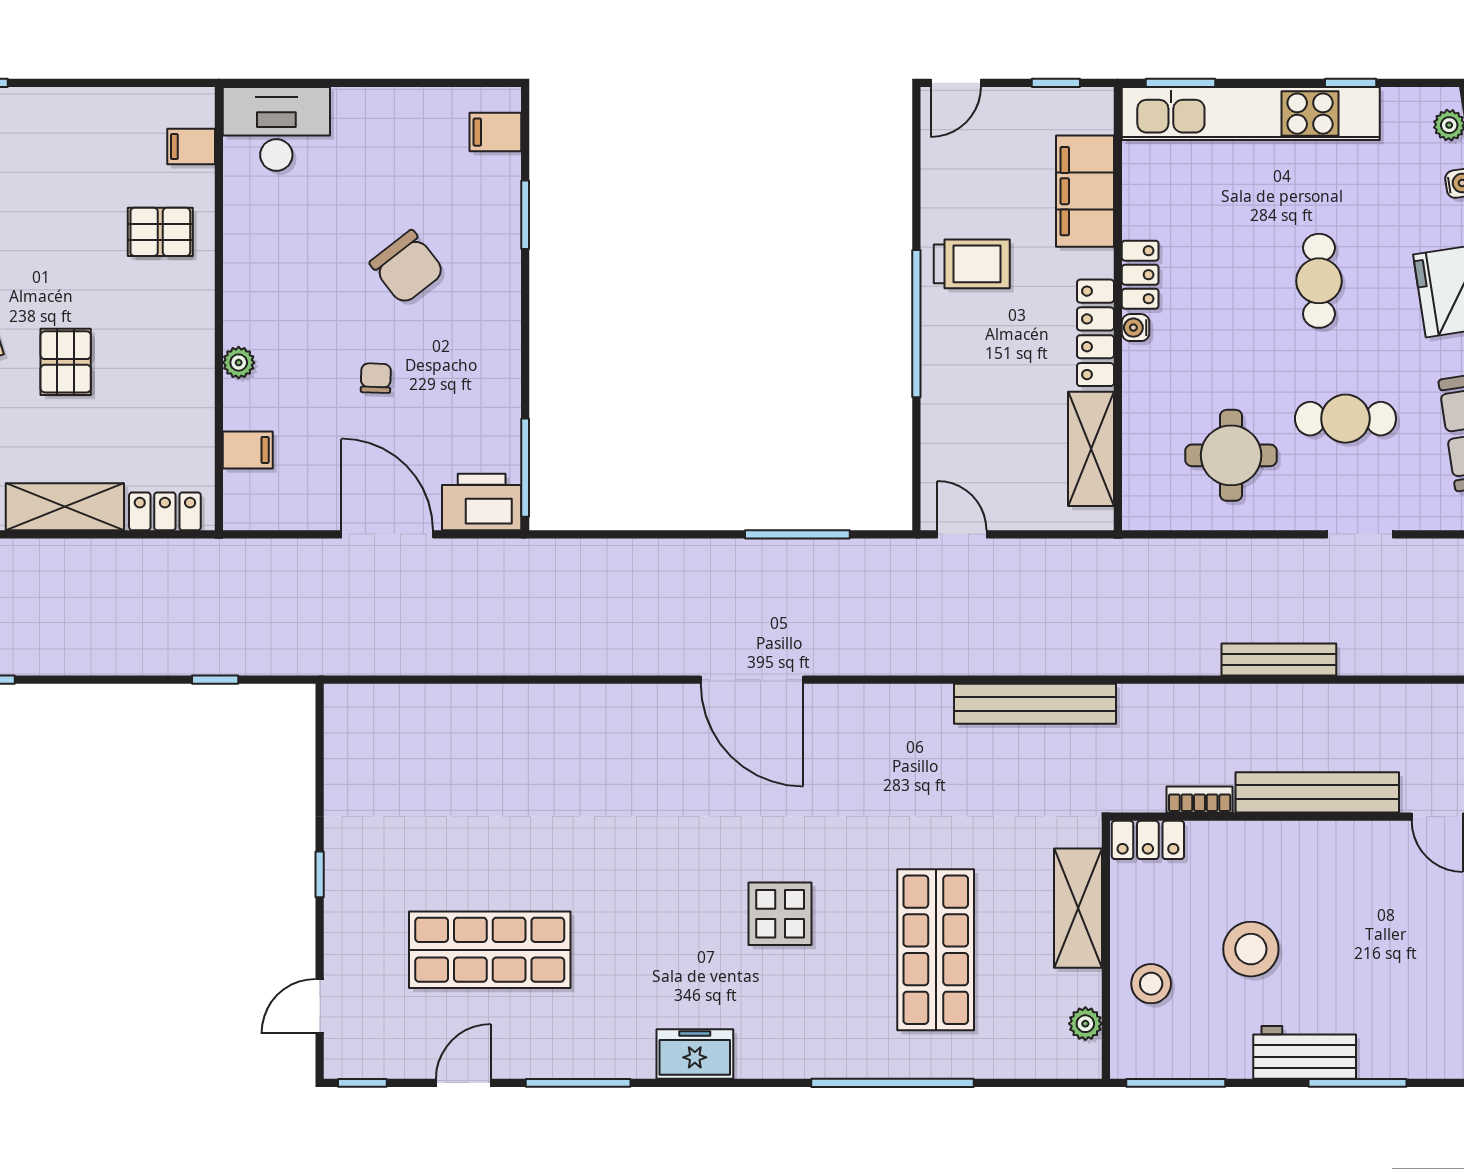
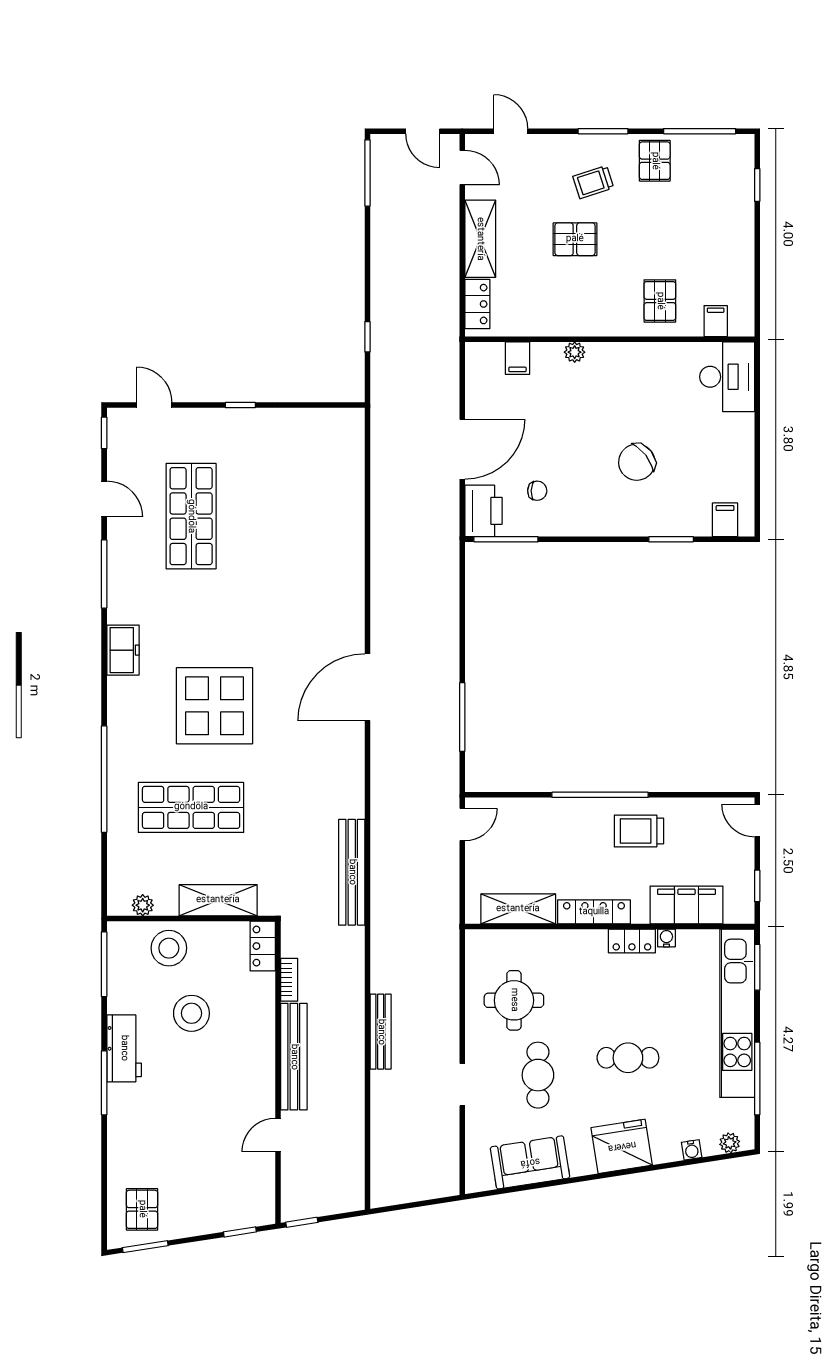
window: (1351, 83) -> (757, 1078), width x2.17
trolley: (972, 264) -> (639, 831), turned 90
water cooler: (1136, 328) -> (666, 938), moved
chair: (376, 378) -> (537, 491), moved
display table: (780, 914) -> (215, 706), width x1.86, depth x1.86
stool: (1151, 984) -> (169, 948), width x1.38, depth x1.38

